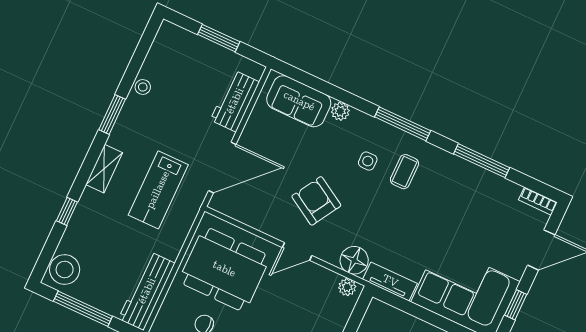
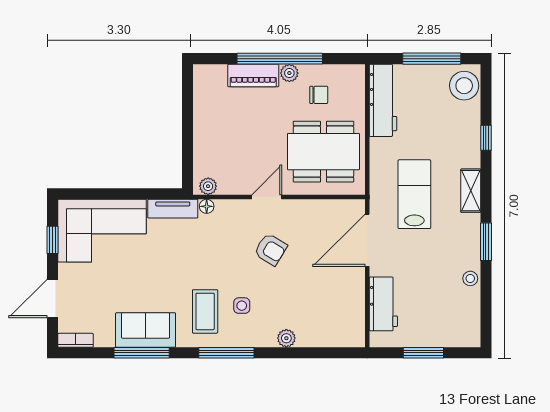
sofa: (299, 101) -> (146, 330), moved
coffee table: (404, 172) -> (205, 311), width x1.36, depth x1.30
armchair: (316, 201) -> (271, 249), width x0.72, depth x0.72
floor lamp: (354, 260) -> (207, 206), width x0.53, depth x0.53

